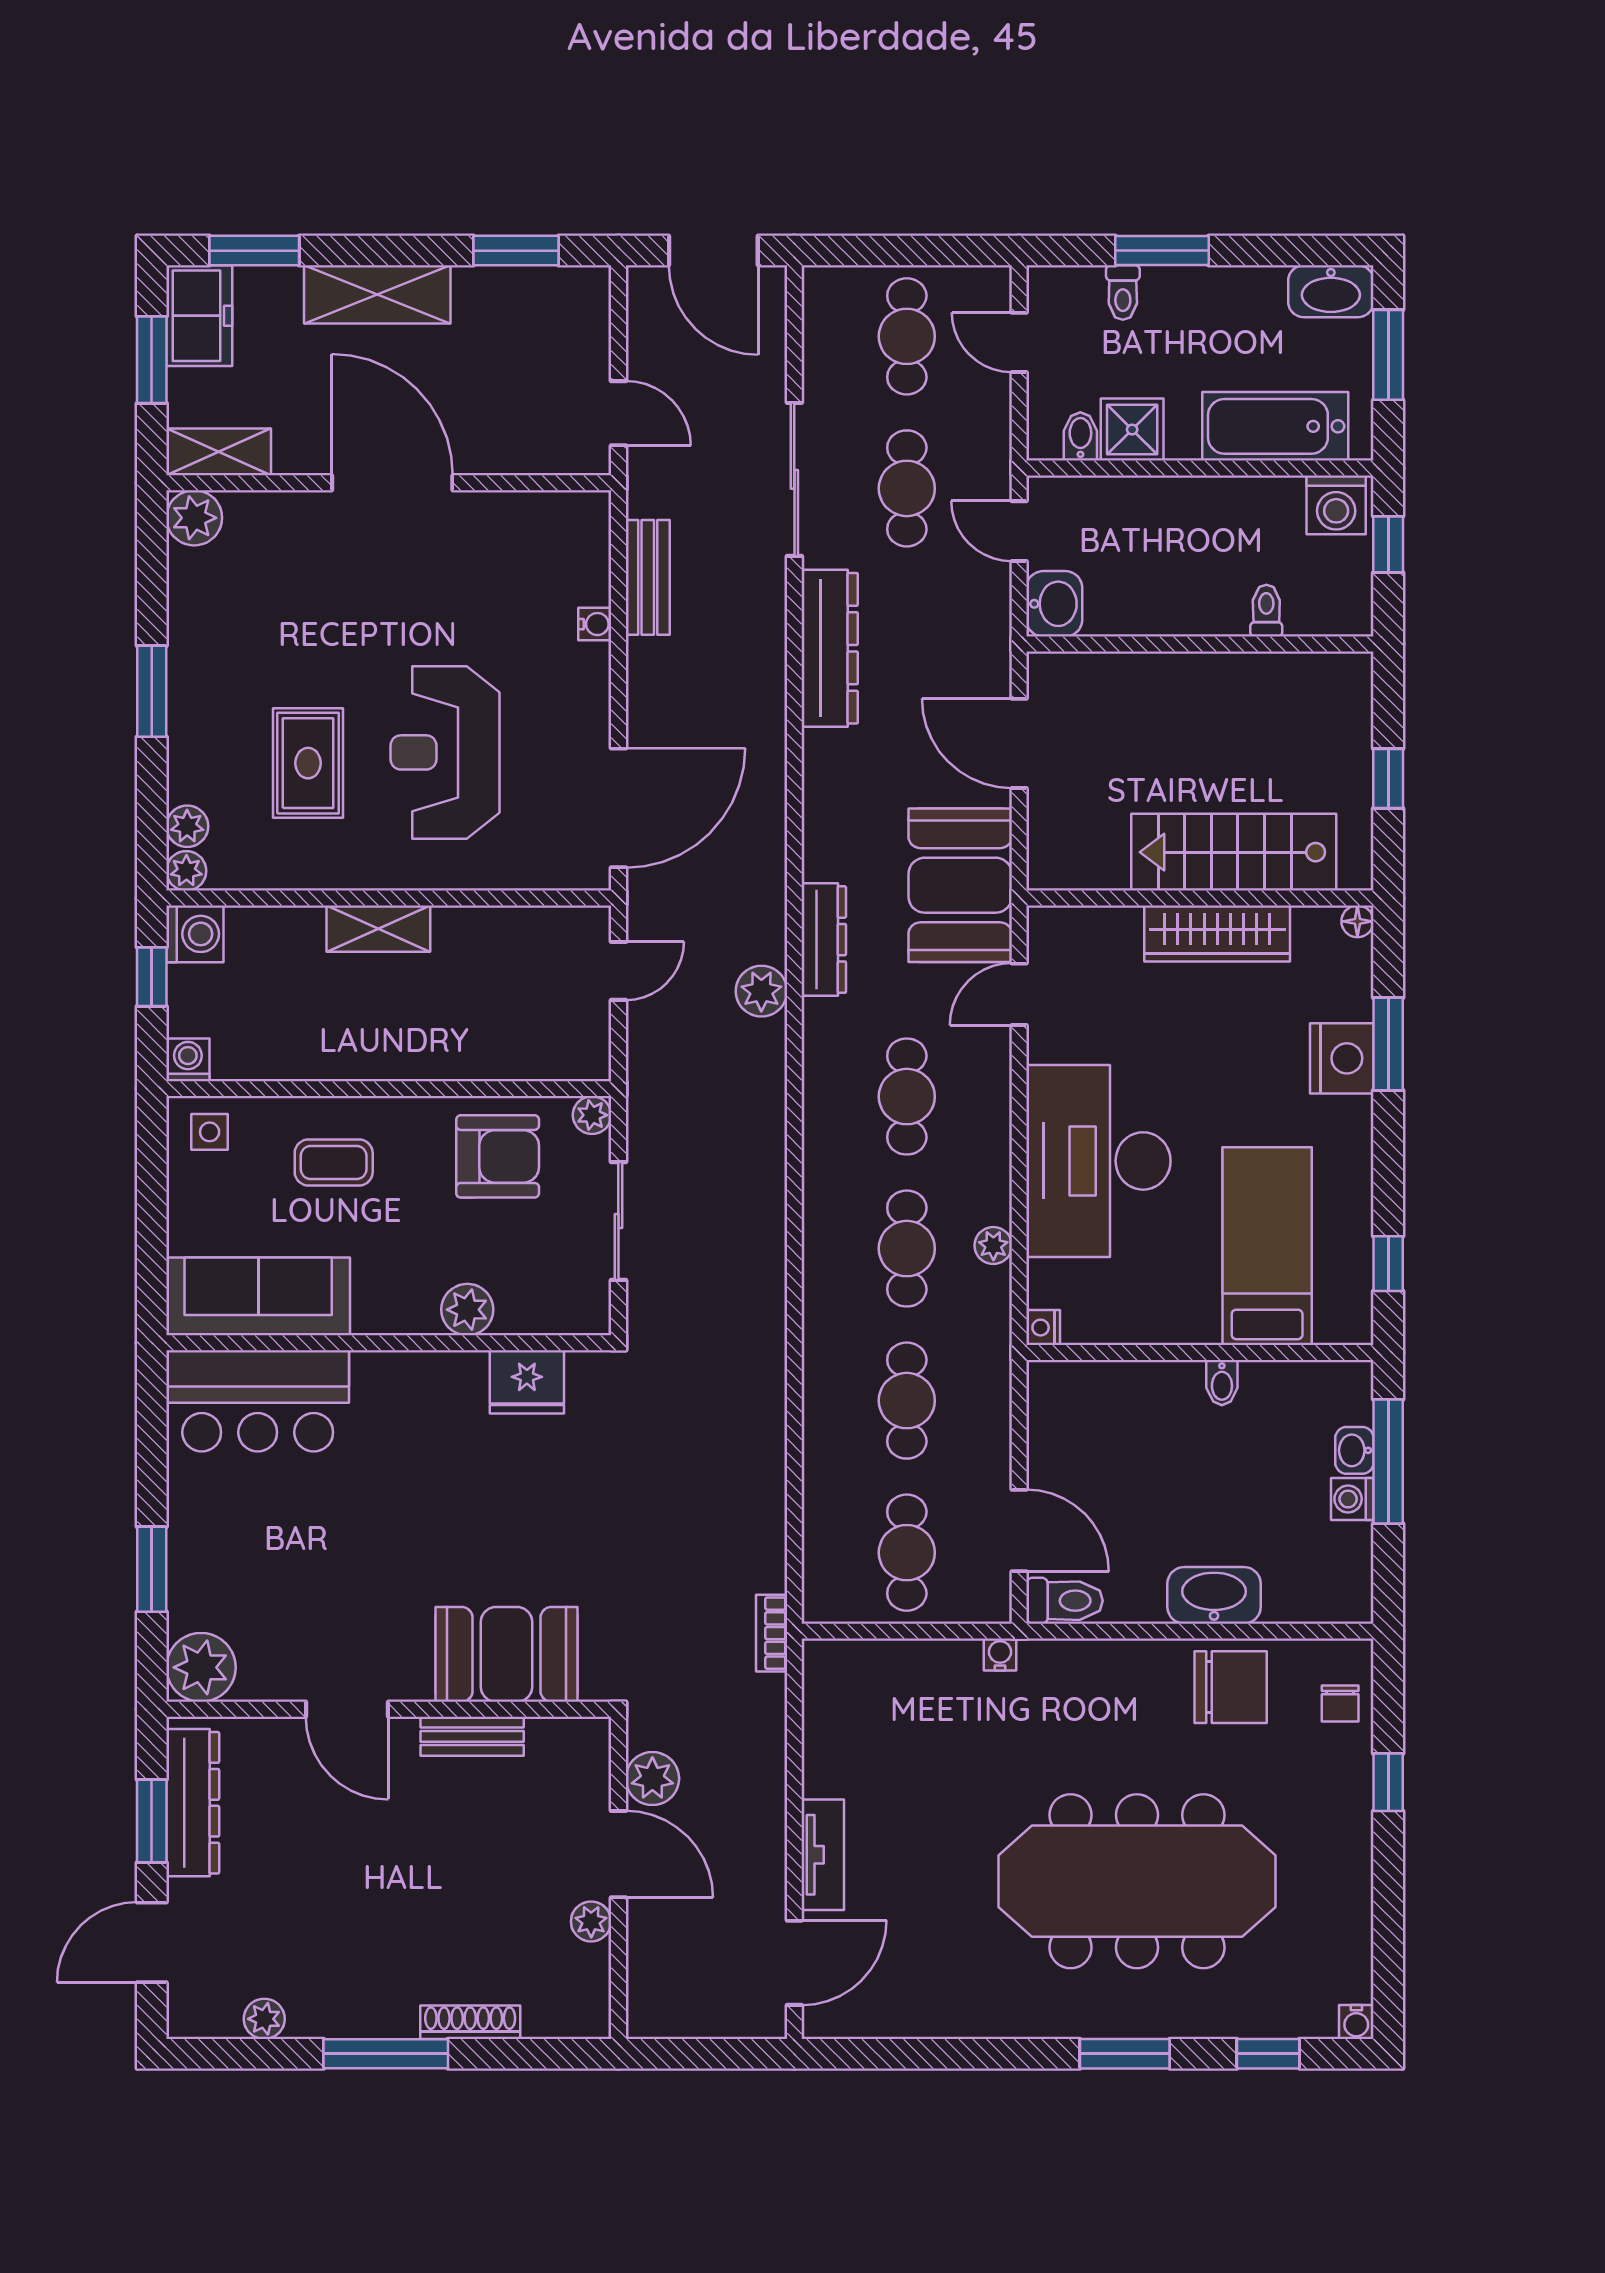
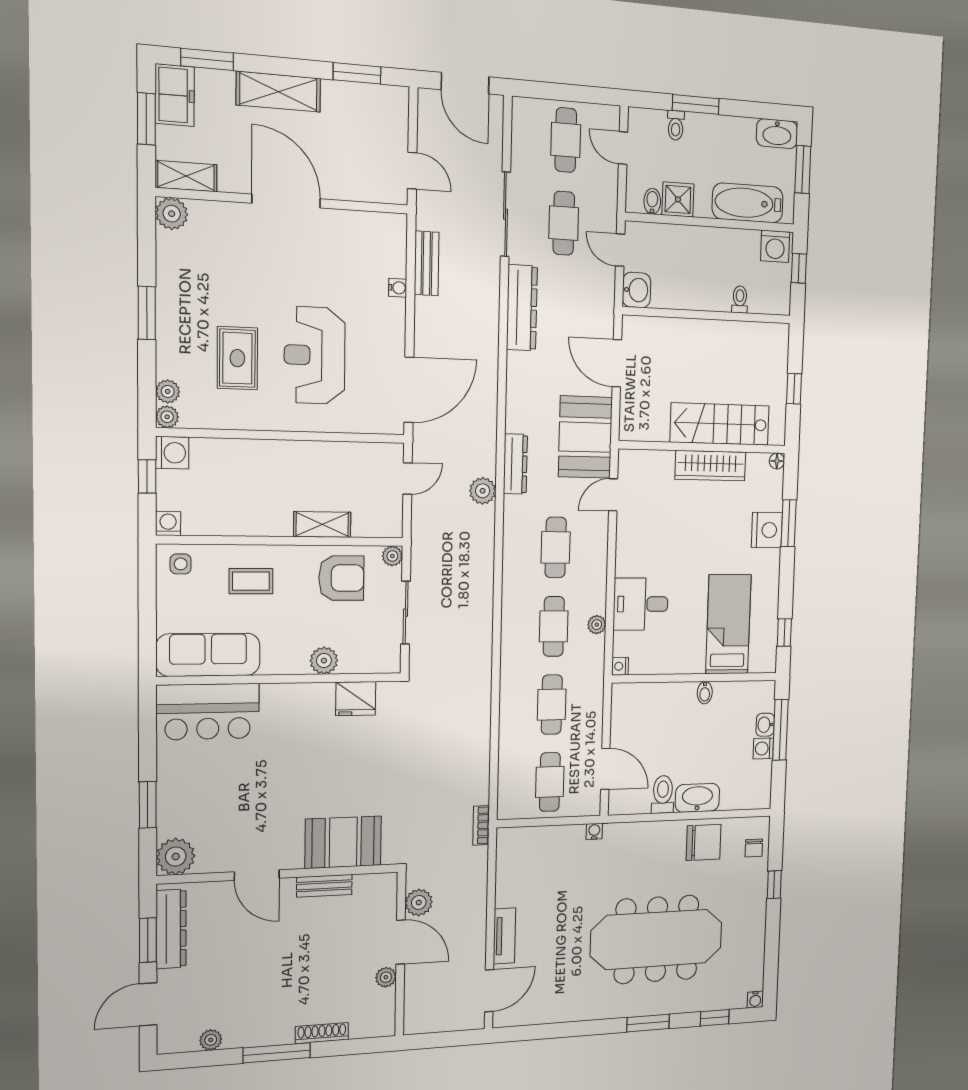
shelving: (378, 929) -> (322, 524), moved
desk: (1098, 1161) -> (641, 604), width x0.53, depth x0.77
toilet: (1065, 1601) -> (663, 794), moved, turned -90

